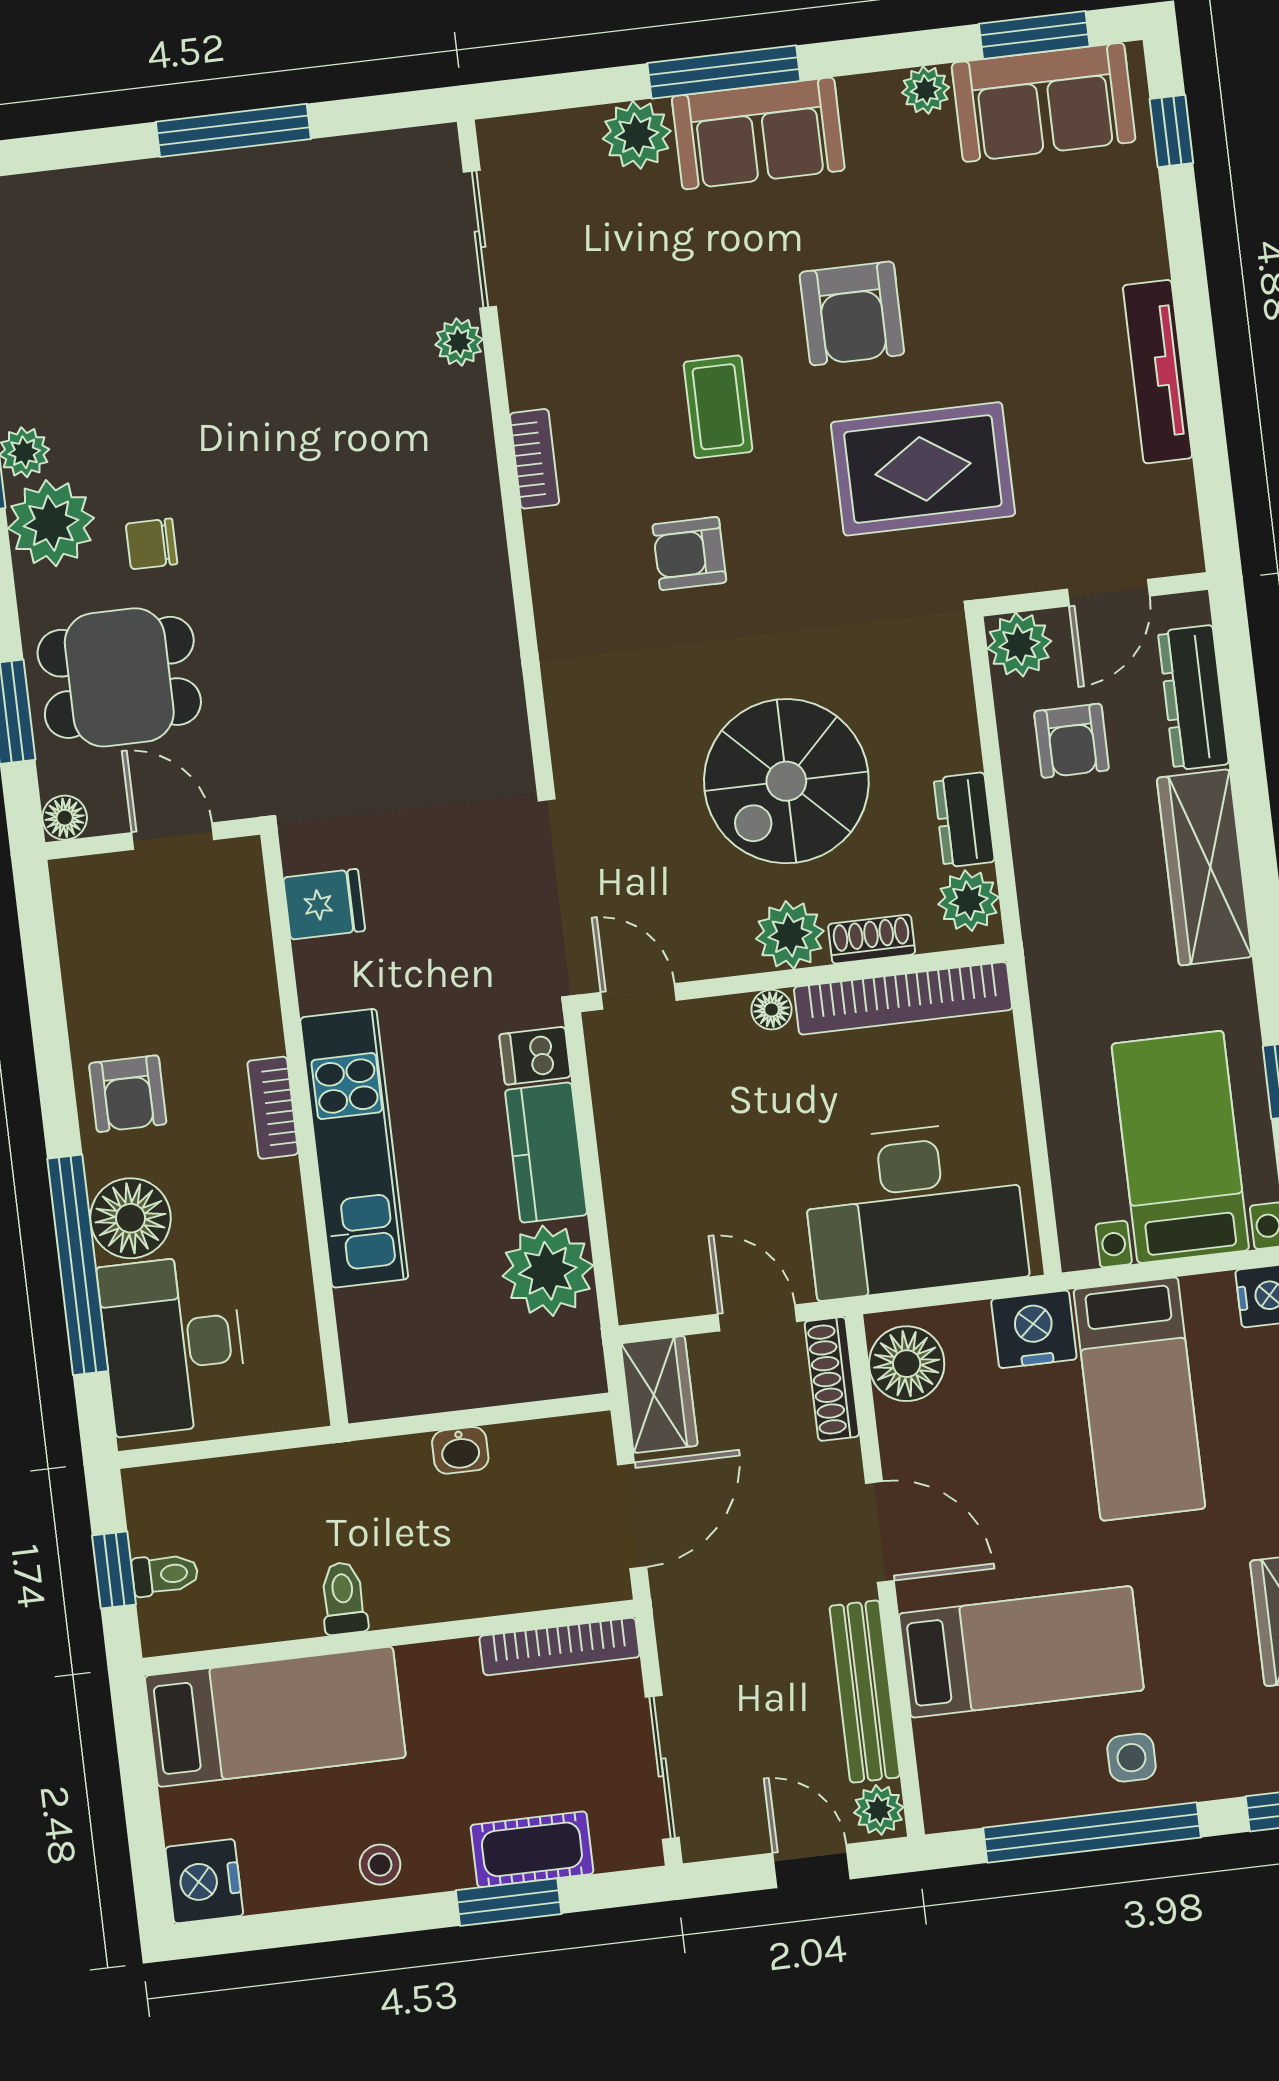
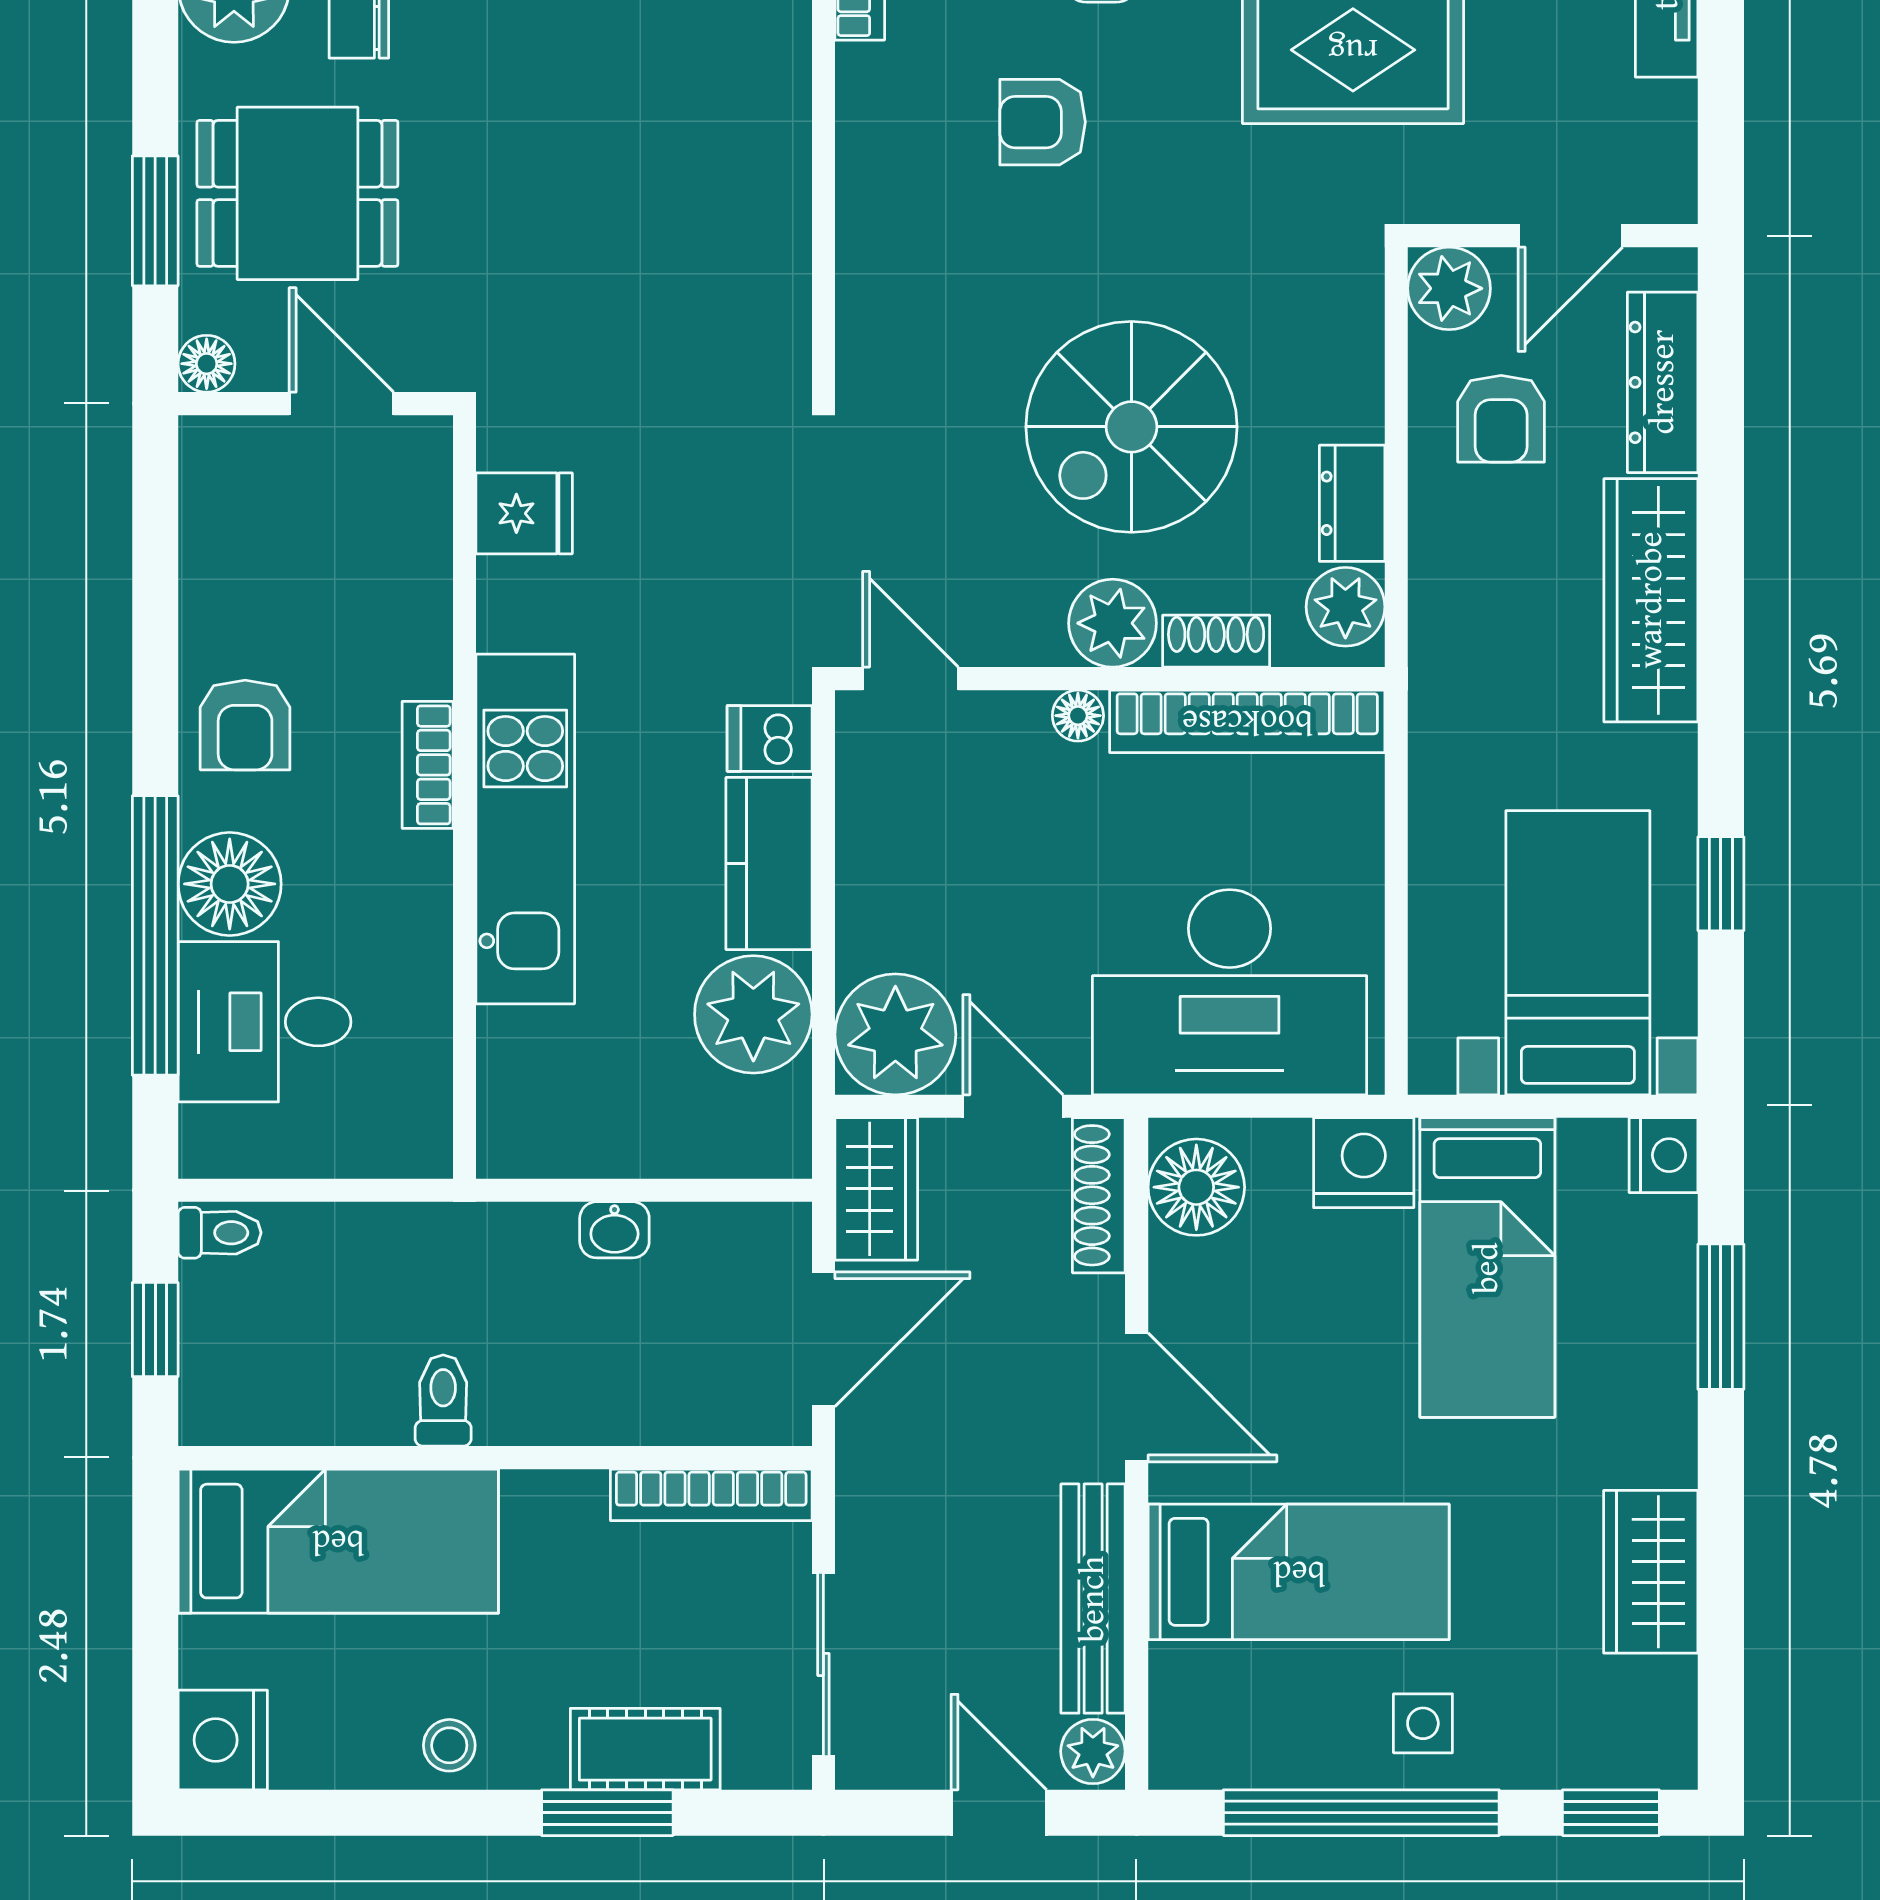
plant: (660, 1273) -> (895, 1034), added
desk: (173, 1345) -> (265, 1022), width x0.73
toilet: (165, 1574) -> (220, 1233), moved

